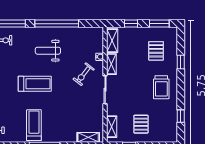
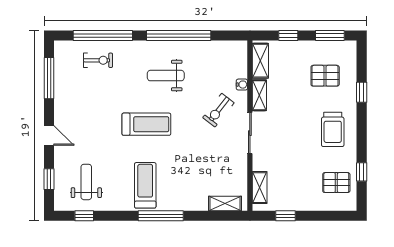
pallet: (156, 51) -> (325, 76), turned 90
pallet: (141, 124) -> (336, 183), moved, turned 90

